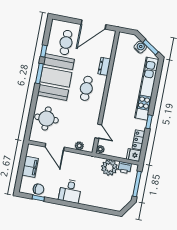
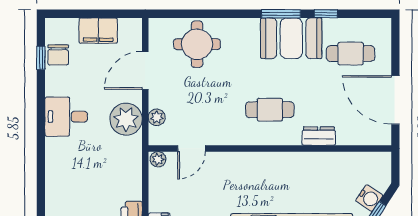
booth: (56, 77) -> (291, 38), width x0.73, depth x0.70
plant: (109, 167) -> (126, 119), moved

